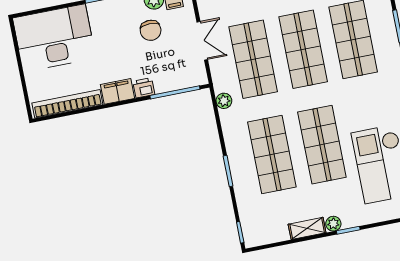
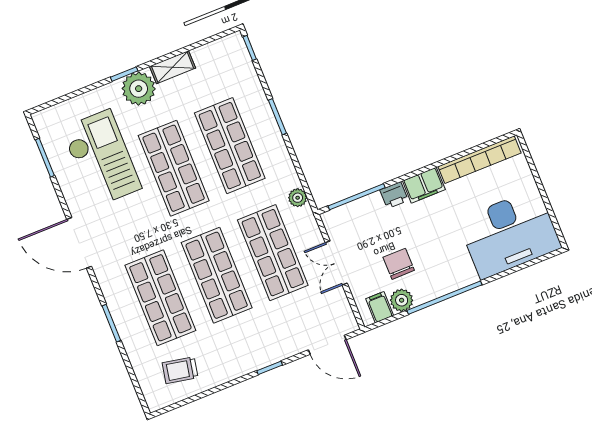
plant: (333, 224) -> (139, 89), width x1.87, depth x1.87

